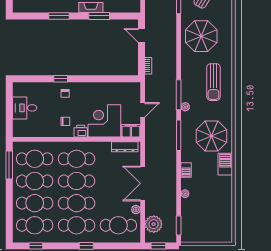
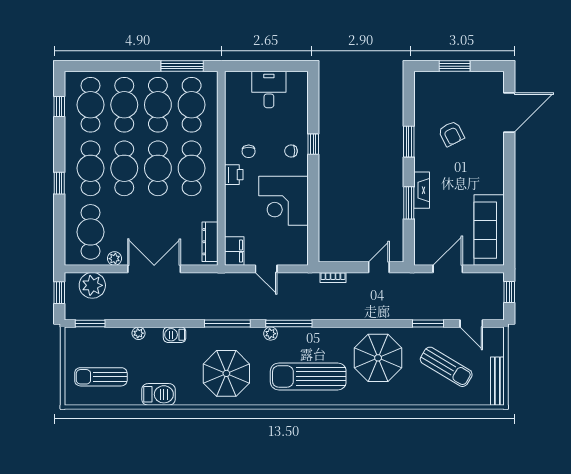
sun lounger: (213, 82) -> (308, 376), width x1.36, depth x1.34
corner desk: (104, 121) -> (284, 201), moved, turned 180
barbecue: (225, 164) -> (158, 394), moved
sun lounger: (214, 218) -> (101, 377), added

